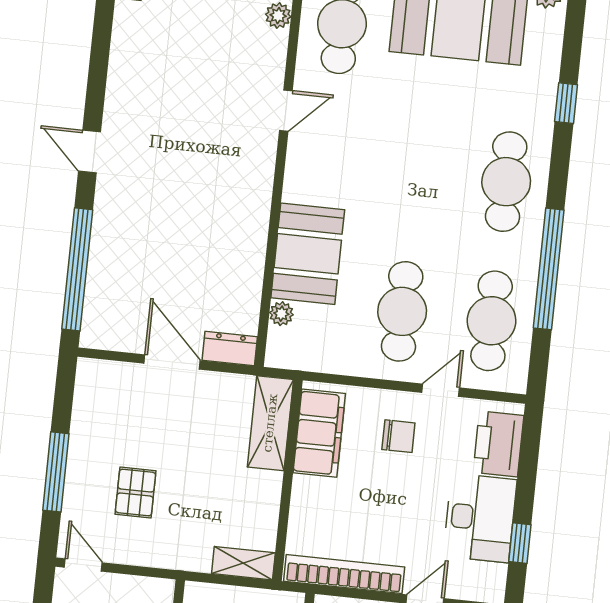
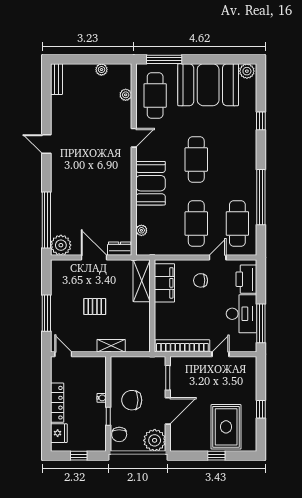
door: (90, 152) -> (46, 144), moved
cafe table: (506, 182) -> (196, 159), moved
booth: (308, 254) -> (151, 183), moved
plant: (103, 328) -> (61, 245), added
chair: (398, 436) -> (201, 280), turned 180
pallet: (135, 493) -> (95, 307), moved, turned 90
window: (520, 543) -> (261, 323), width x2.17
shelving: (243, 563) -> (111, 346), moved

